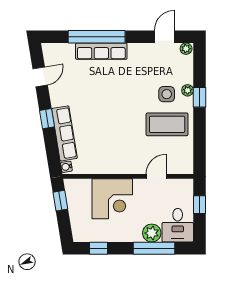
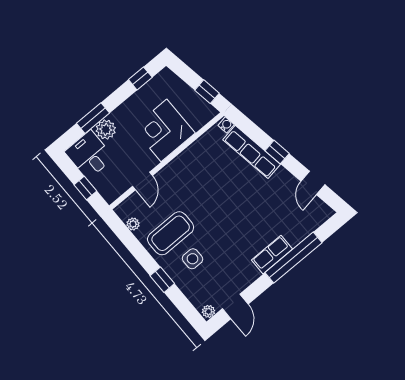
row of seats: (101, 51) -> (272, 255), width x0.68
plant: (188, 90) -> (133, 224), moved
window: (154, 248) -> (93, 118), width x0.69

